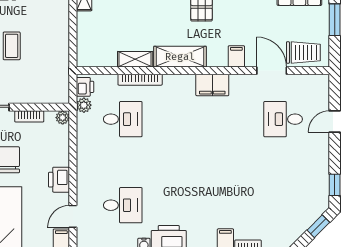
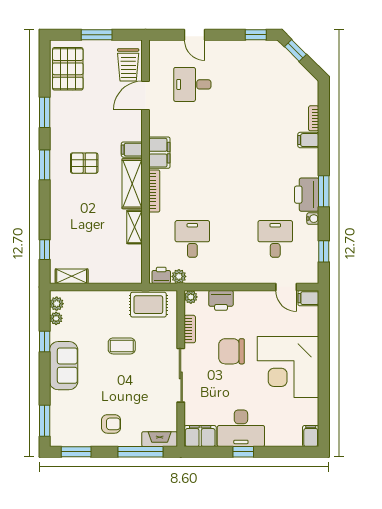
trolley: (303, 52) -> (128, 65), turned 180
filing cabinet: (236, 56) -> (132, 150), moved
rug: (55, 73) -> (148, 305), added
bookcase: (140, 80) -> (154, 191), moved
desk: (283, 119) -> (192, 84), turned 90
printer: (59, 180) -> (221, 300), moved

